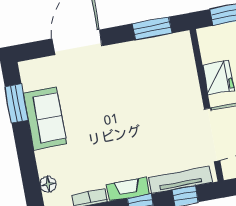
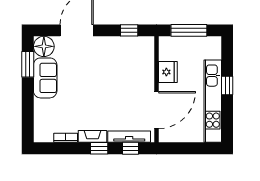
window: (152, 28) -> (129, 30), width x0.67
floor lamp: (48, 184) -> (44, 46), moved, width x1.89, depth x1.89

